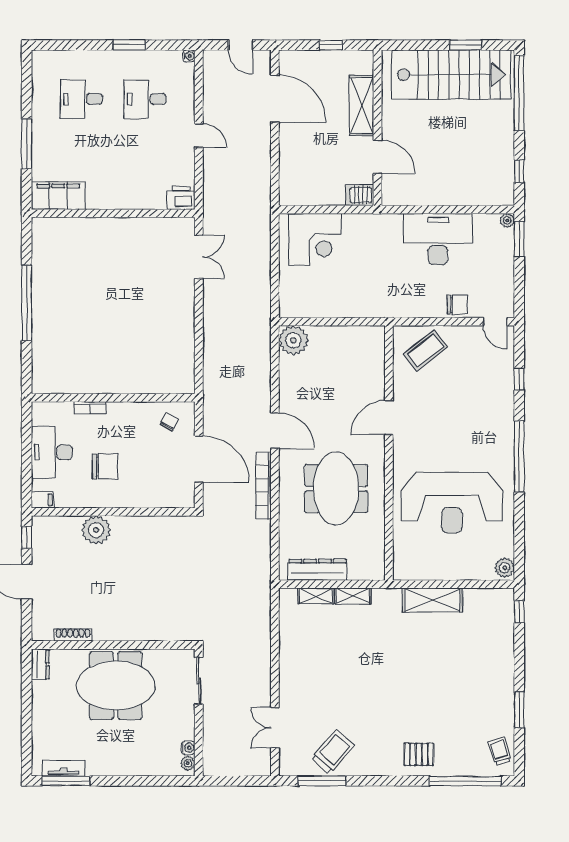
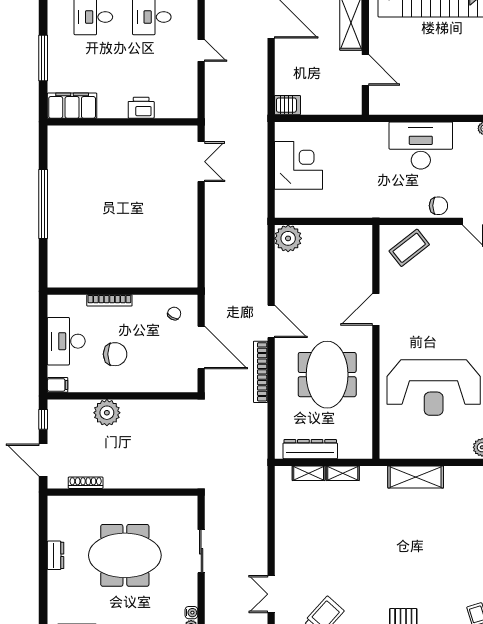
server rack: (360, 195) -> (287, 105), moved, turned 180
printer: (181, 198) -> (141, 108), moved
corner desk: (315, 239) -> (298, 165), moved, turned -90
bookcase: (90, 408) -> (109, 300), width x1.56
shoe rack: (73, 635) -> (86, 483), moved
wall: (113, 645) -> (123, 492), moved
dresser: (40, 664) -> (56, 555), moved

